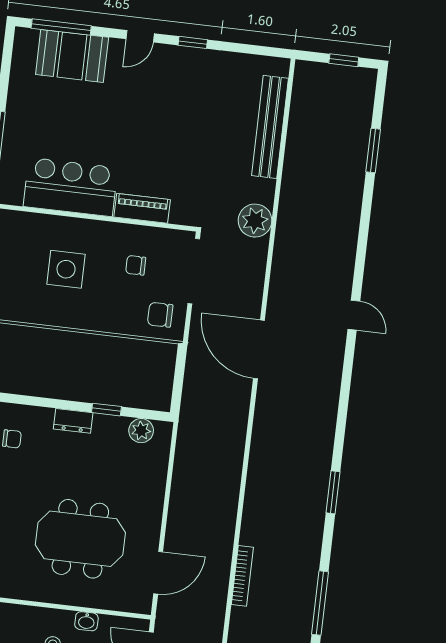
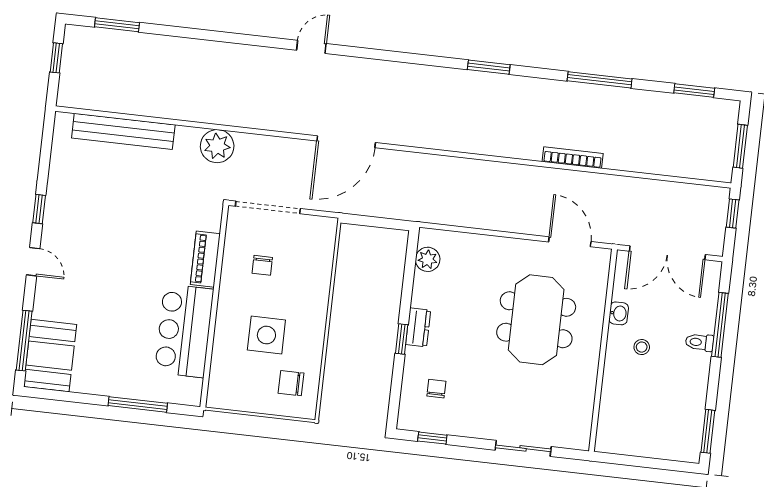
booth: (72, 56) -> (50, 356), moved
window: (373, 151) -> (117, 25), moved
chair: (160, 315) -> (291, 383), moved, turned 90
window: (106, 410) -> (402, 339), moved

